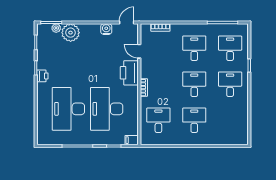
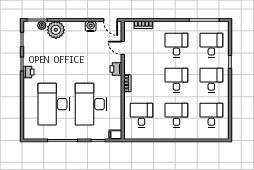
door: (127, 23) -> (110, 20), swing flipped
printer: (129, 73) -> (116, 69), width x0.53, depth x0.68
desk: (230, 120) -> (211, 115), added

